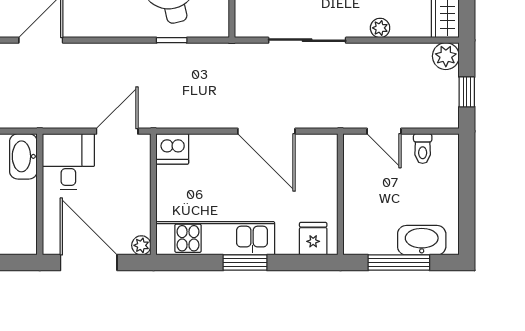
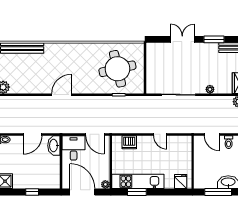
door: (117, 131) -> (95, 134), swing flipped
door: (266, 131) -> (160, 134), width x0.53
dishwasher: (172, 149) -> (129, 142), moved
window: (245, 263) -> (137, 192), moved

